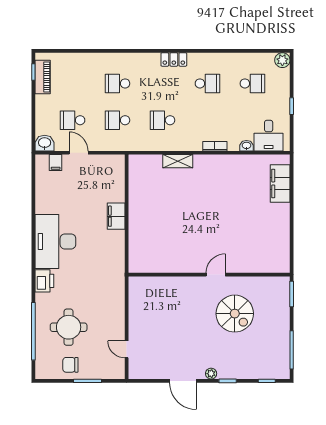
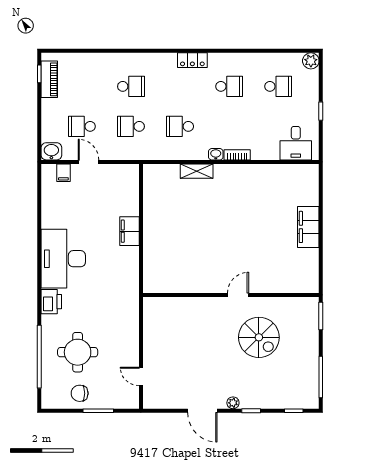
school desk: (118, 83) -> (131, 86), turned 180
washbasin: (246, 146) -> (216, 154), moved
filing cabinet: (280, 183) -> (308, 227), moved

